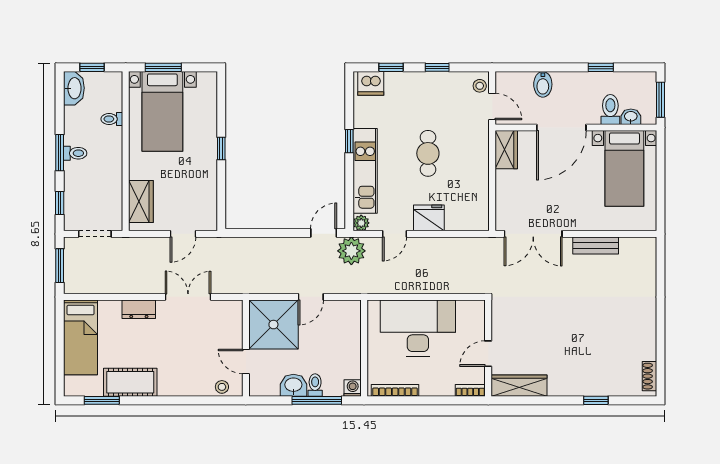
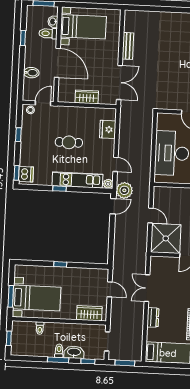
window: (391, 67) -> (17, 173), moved
washbasin: (74, 88) -> (74, 352), moved
wardrobe: (506, 150) -> (87, 97), moved
fridge: (429, 218) -> (108, 129), moved
door: (324, 233) -> (113, 206), swing flipped

